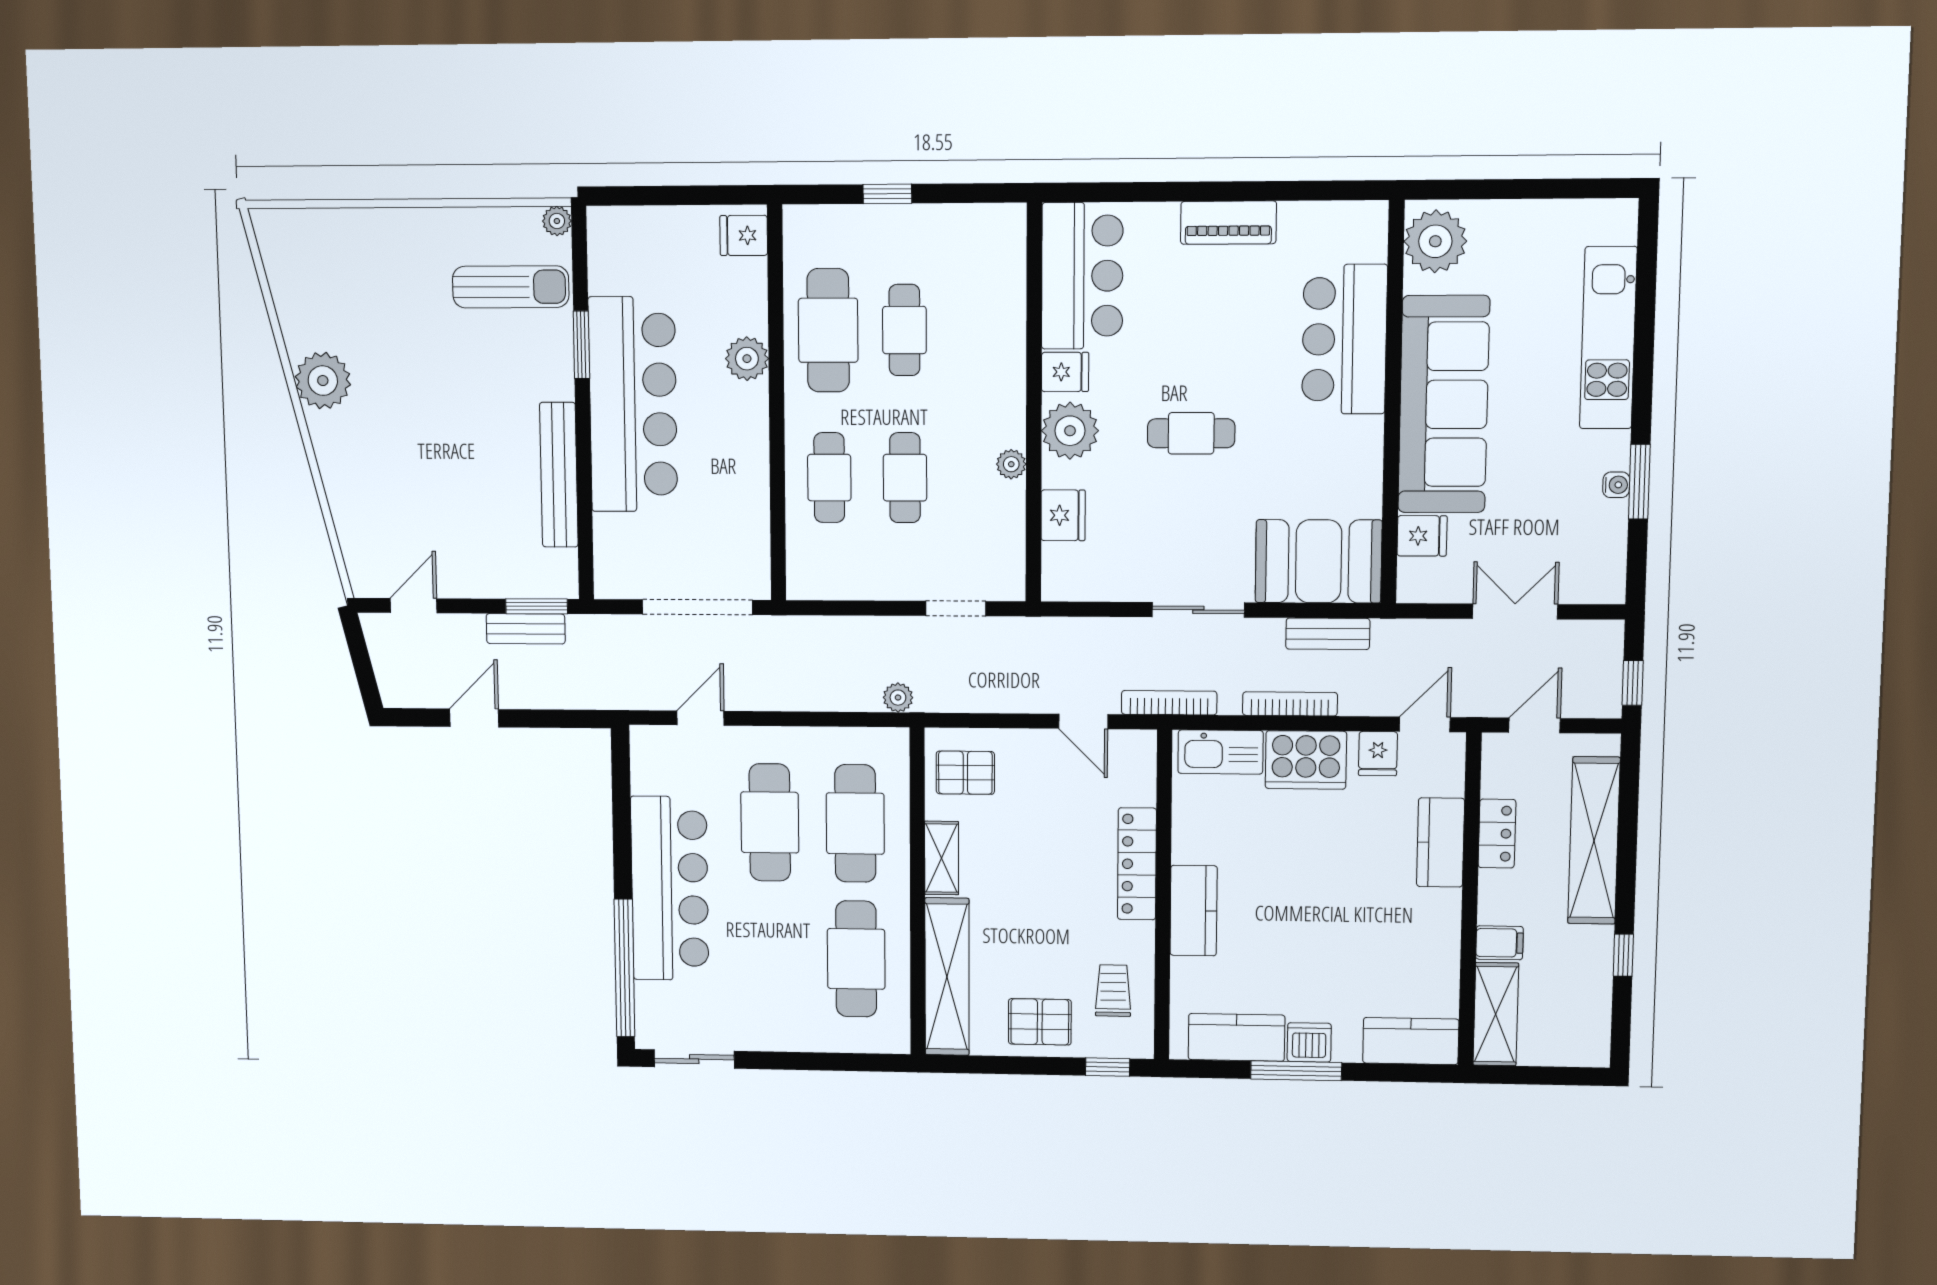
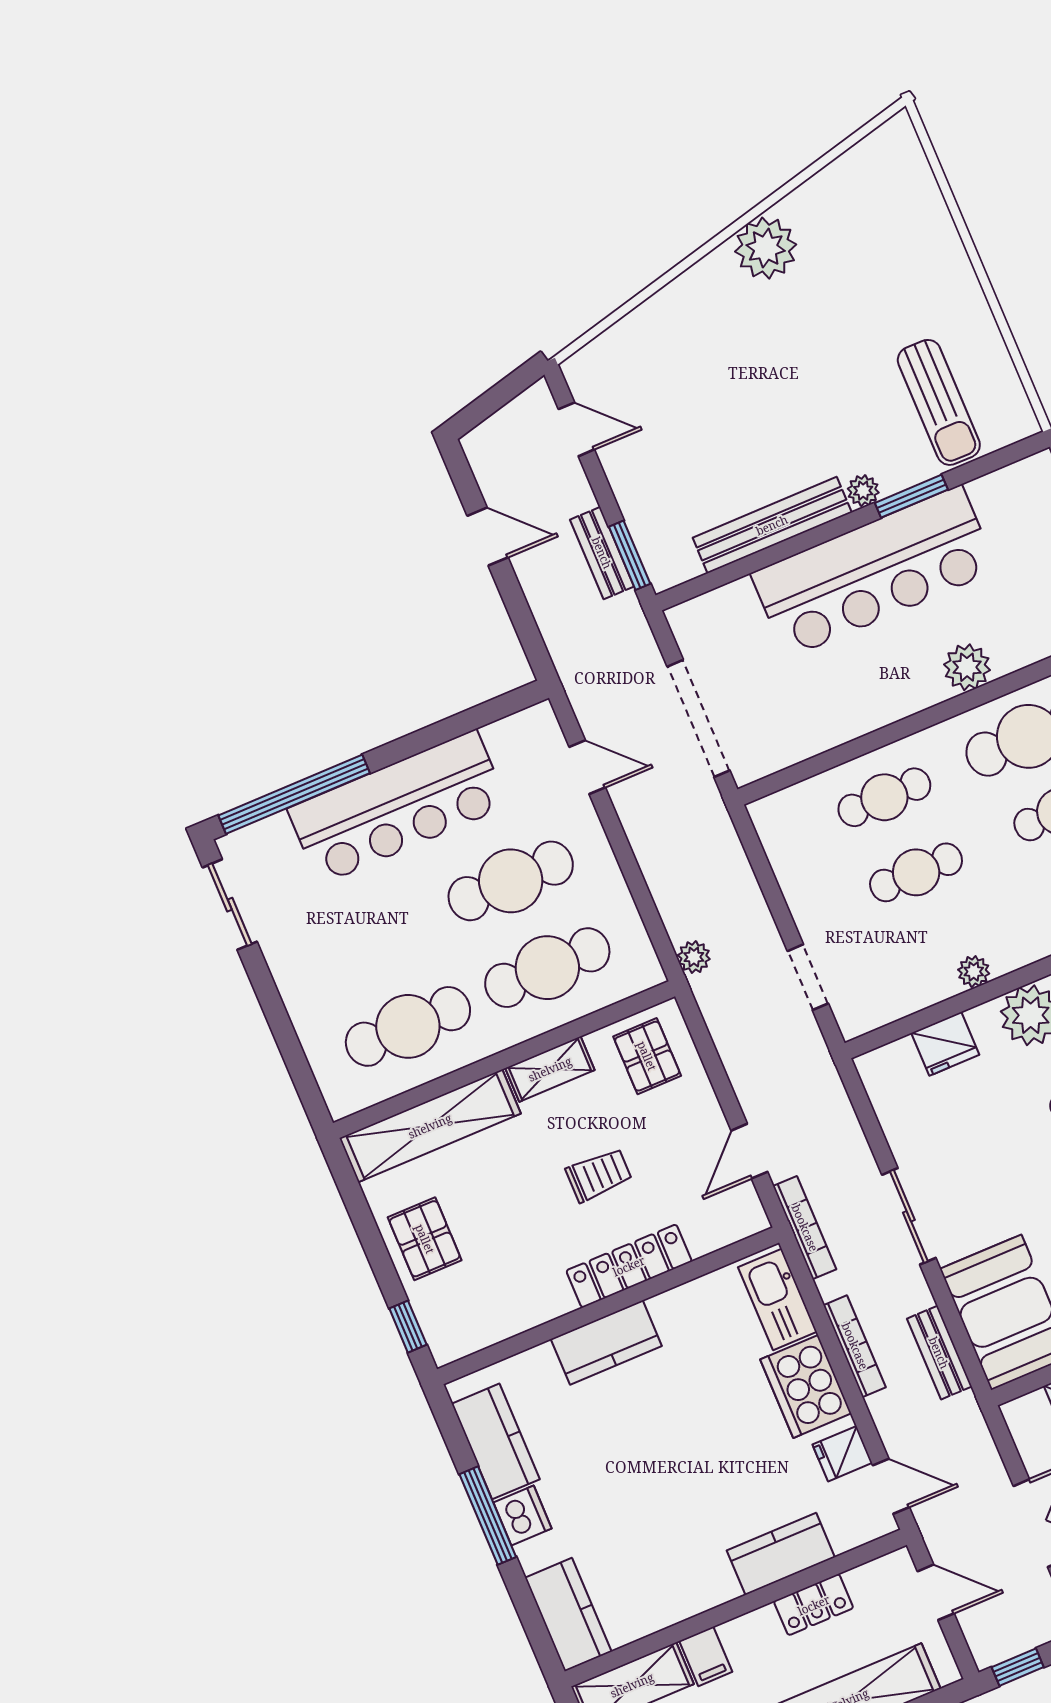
plant: (557, 221) -> (863, 491), moved
trolley: (1113, 991) -> (599, 1175), moved

